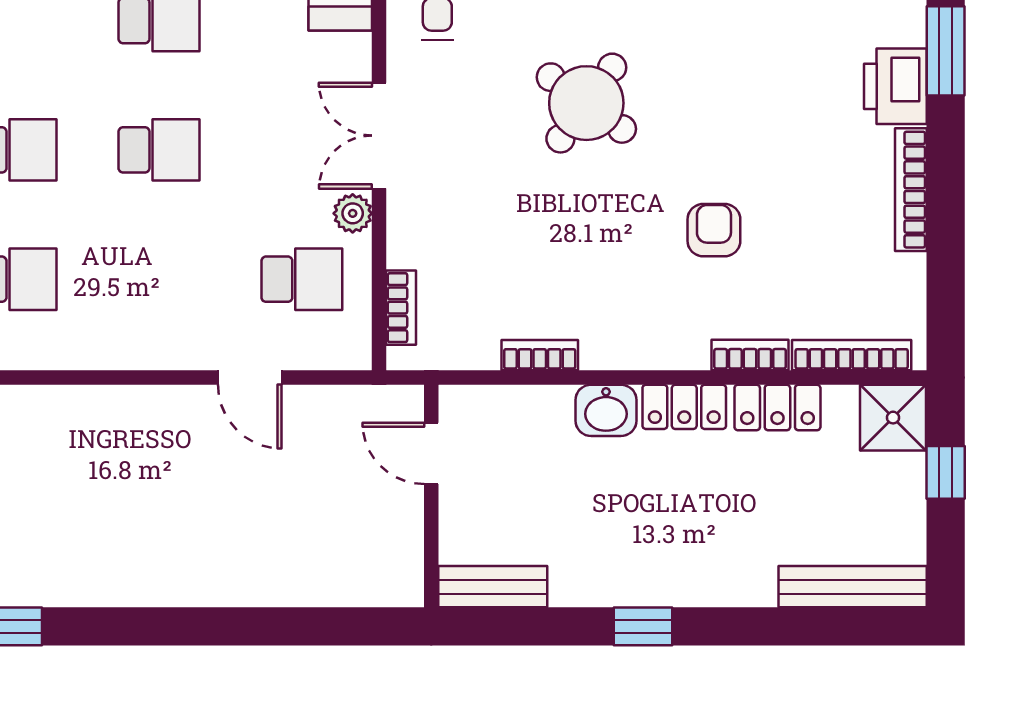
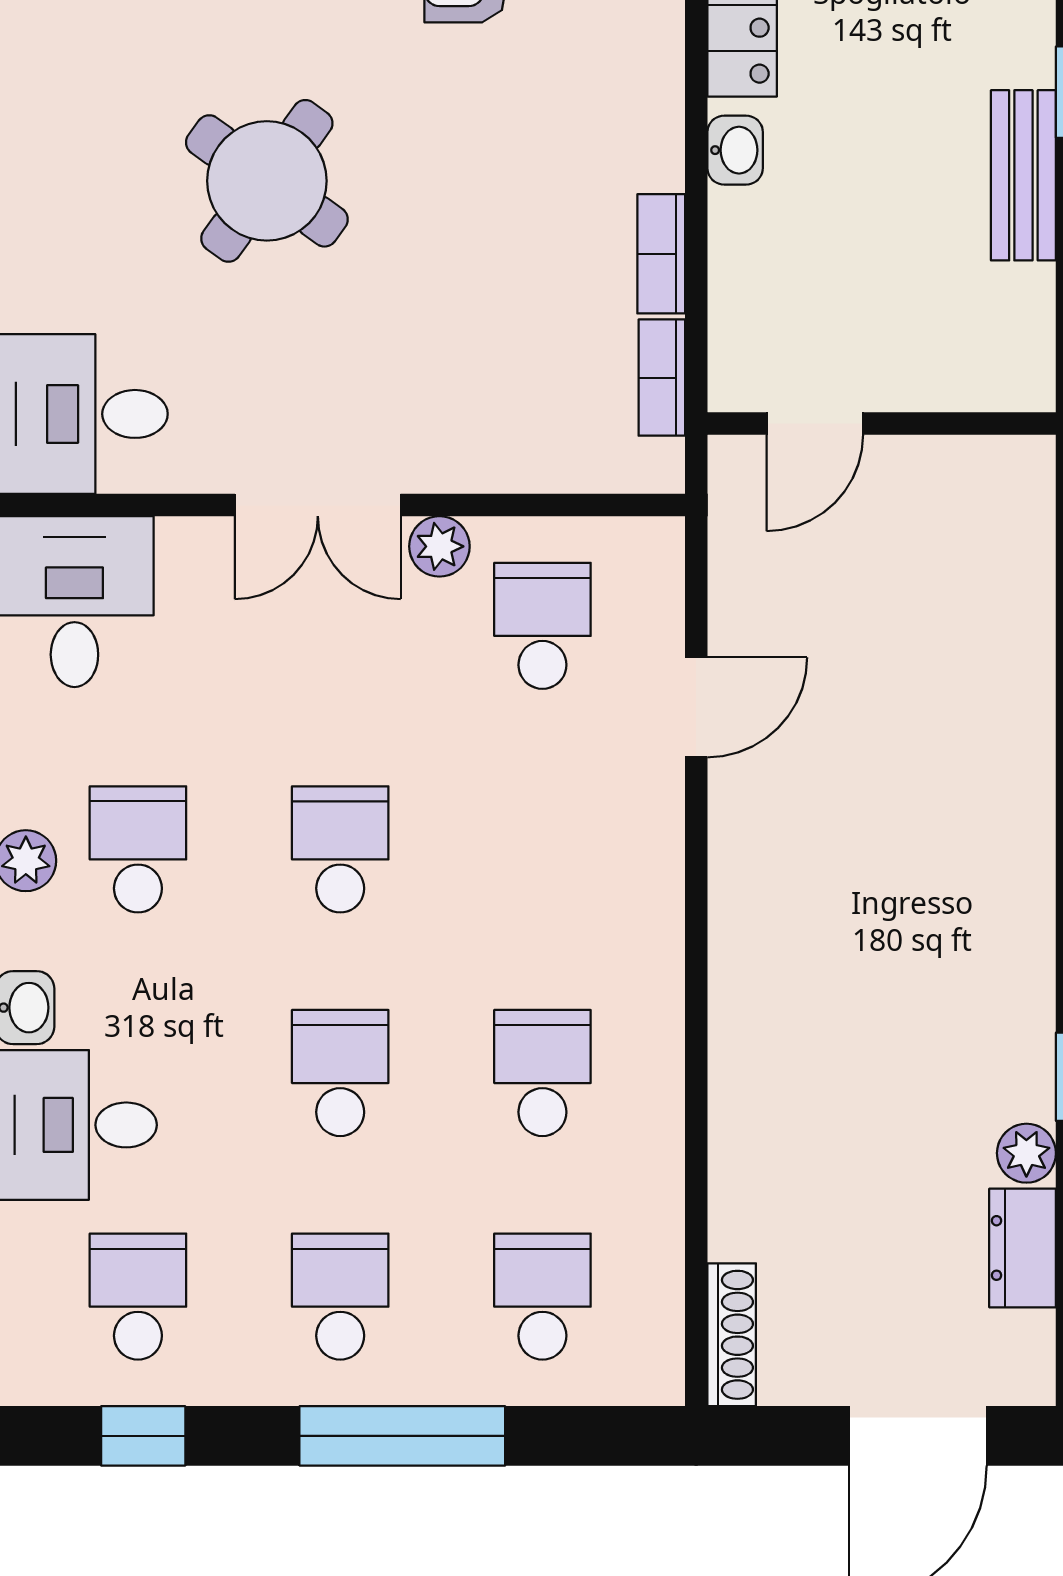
bookcase: (401, 308) -> (662, 378), moved, turned -90
washbasin: (606, 410) -> (735, 150), width x0.72, depth x0.69
bench: (493, 587) -> (1023, 175), moved

